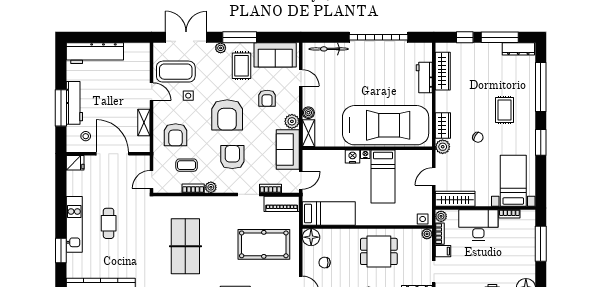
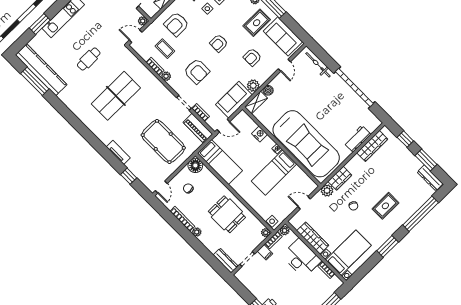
window: (500, 37) -> (426, 160), width x0.69
armchair: (227, 115) -> (219, 43), width x0.53, depth x0.53
armchair: (232, 157) -> (197, 71), turned 90
nightstand: (352, 157) -> (260, 134), moved
plant: (144, 161) -> (143, 21), added
wardrobe: (455, 199) -> (313, 238), moved
cafe table: (109, 223) -> (89, 59), moved

